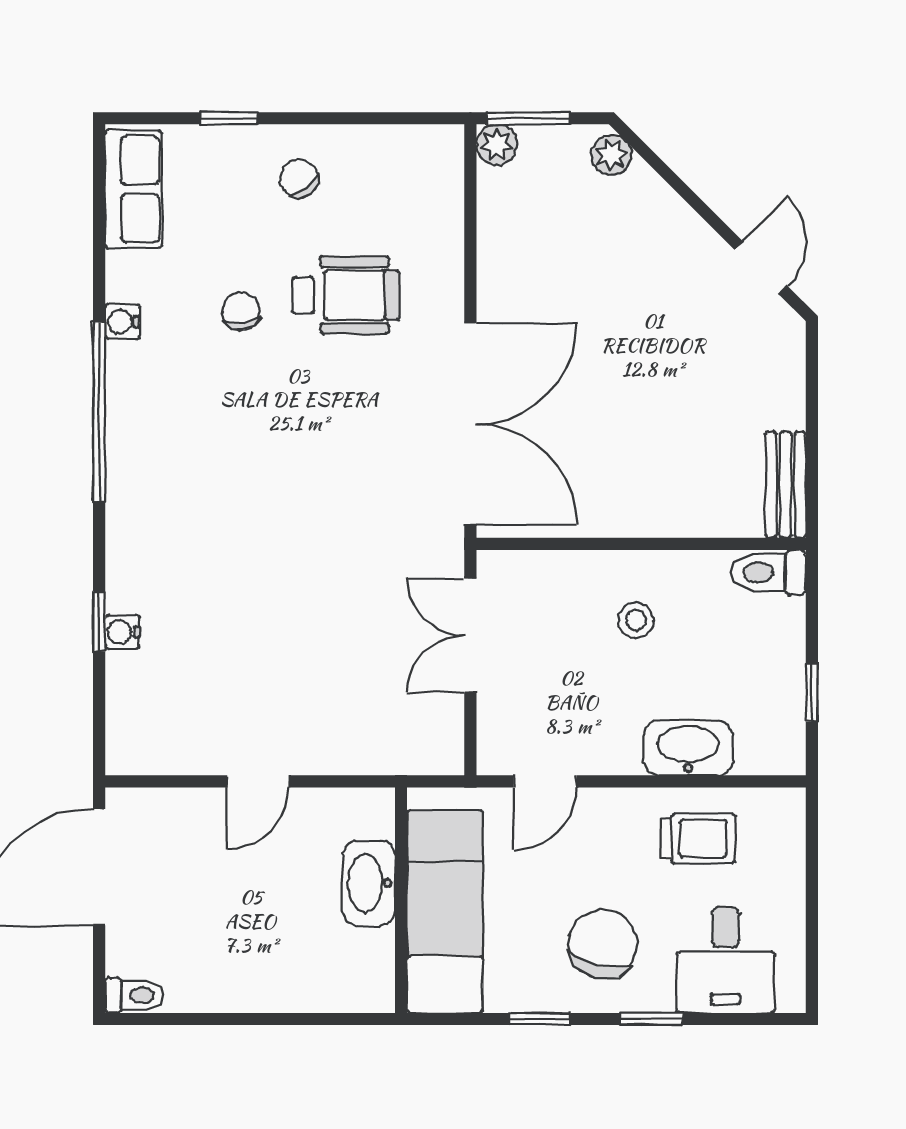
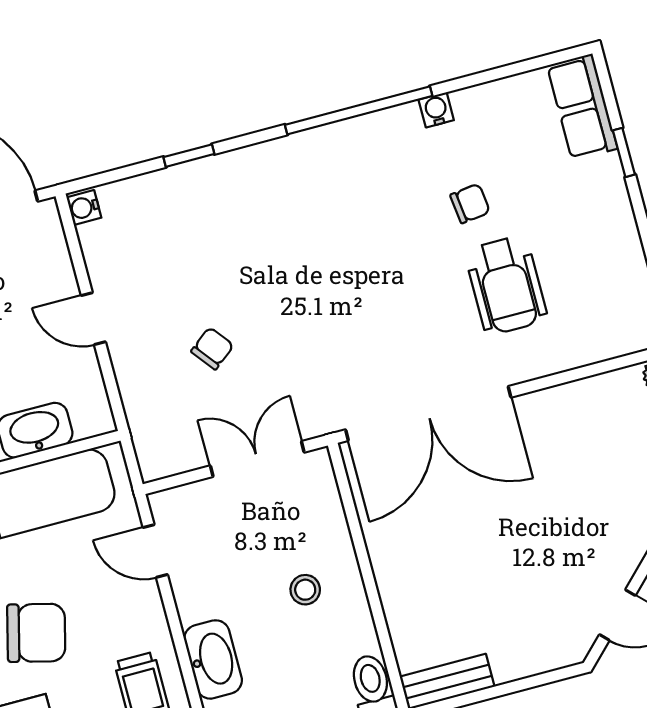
chair: (299, 179) -> (212, 348), moved
row of seats: (133, 189) -> (582, 107), moved, turned 90
water cooler: (122, 632) -> (84, 207), moved, turned -90

